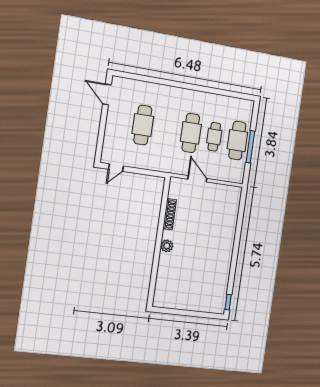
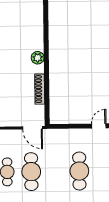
door: (197, 179) -> (32, 128), moved

